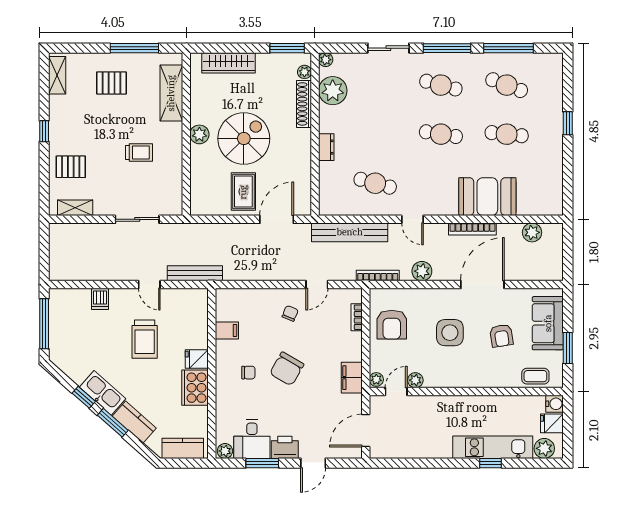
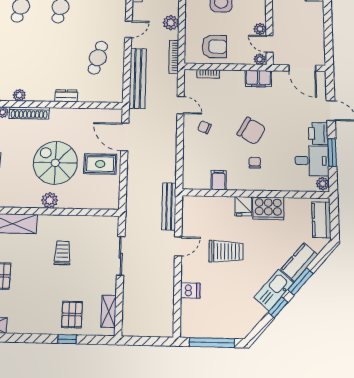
plant: (333, 91) -> (19, 95), width x0.53, depth x0.53
window: (44, 131) -> (67, 339), moved

